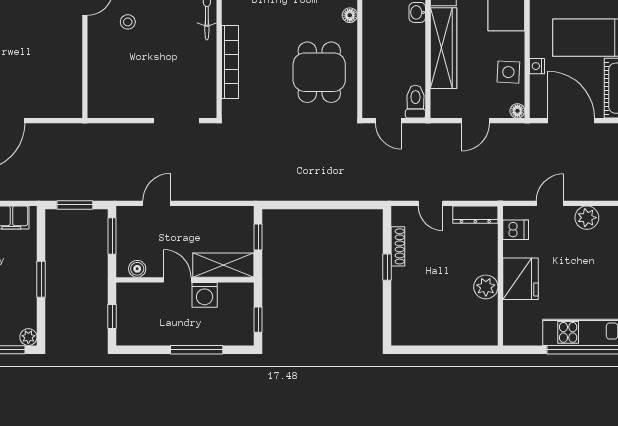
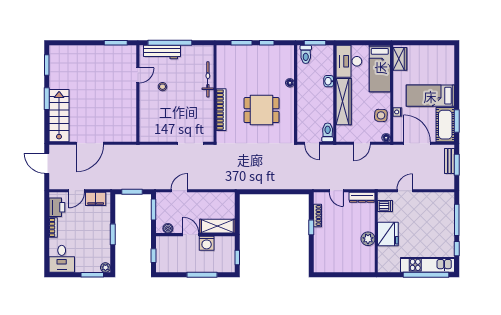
dining table: (319, 72) -> (262, 110), moved, turned 90
plant: (587, 218) -> (426, 199), removed
window: (258, 237) -> (237, 210), removed

